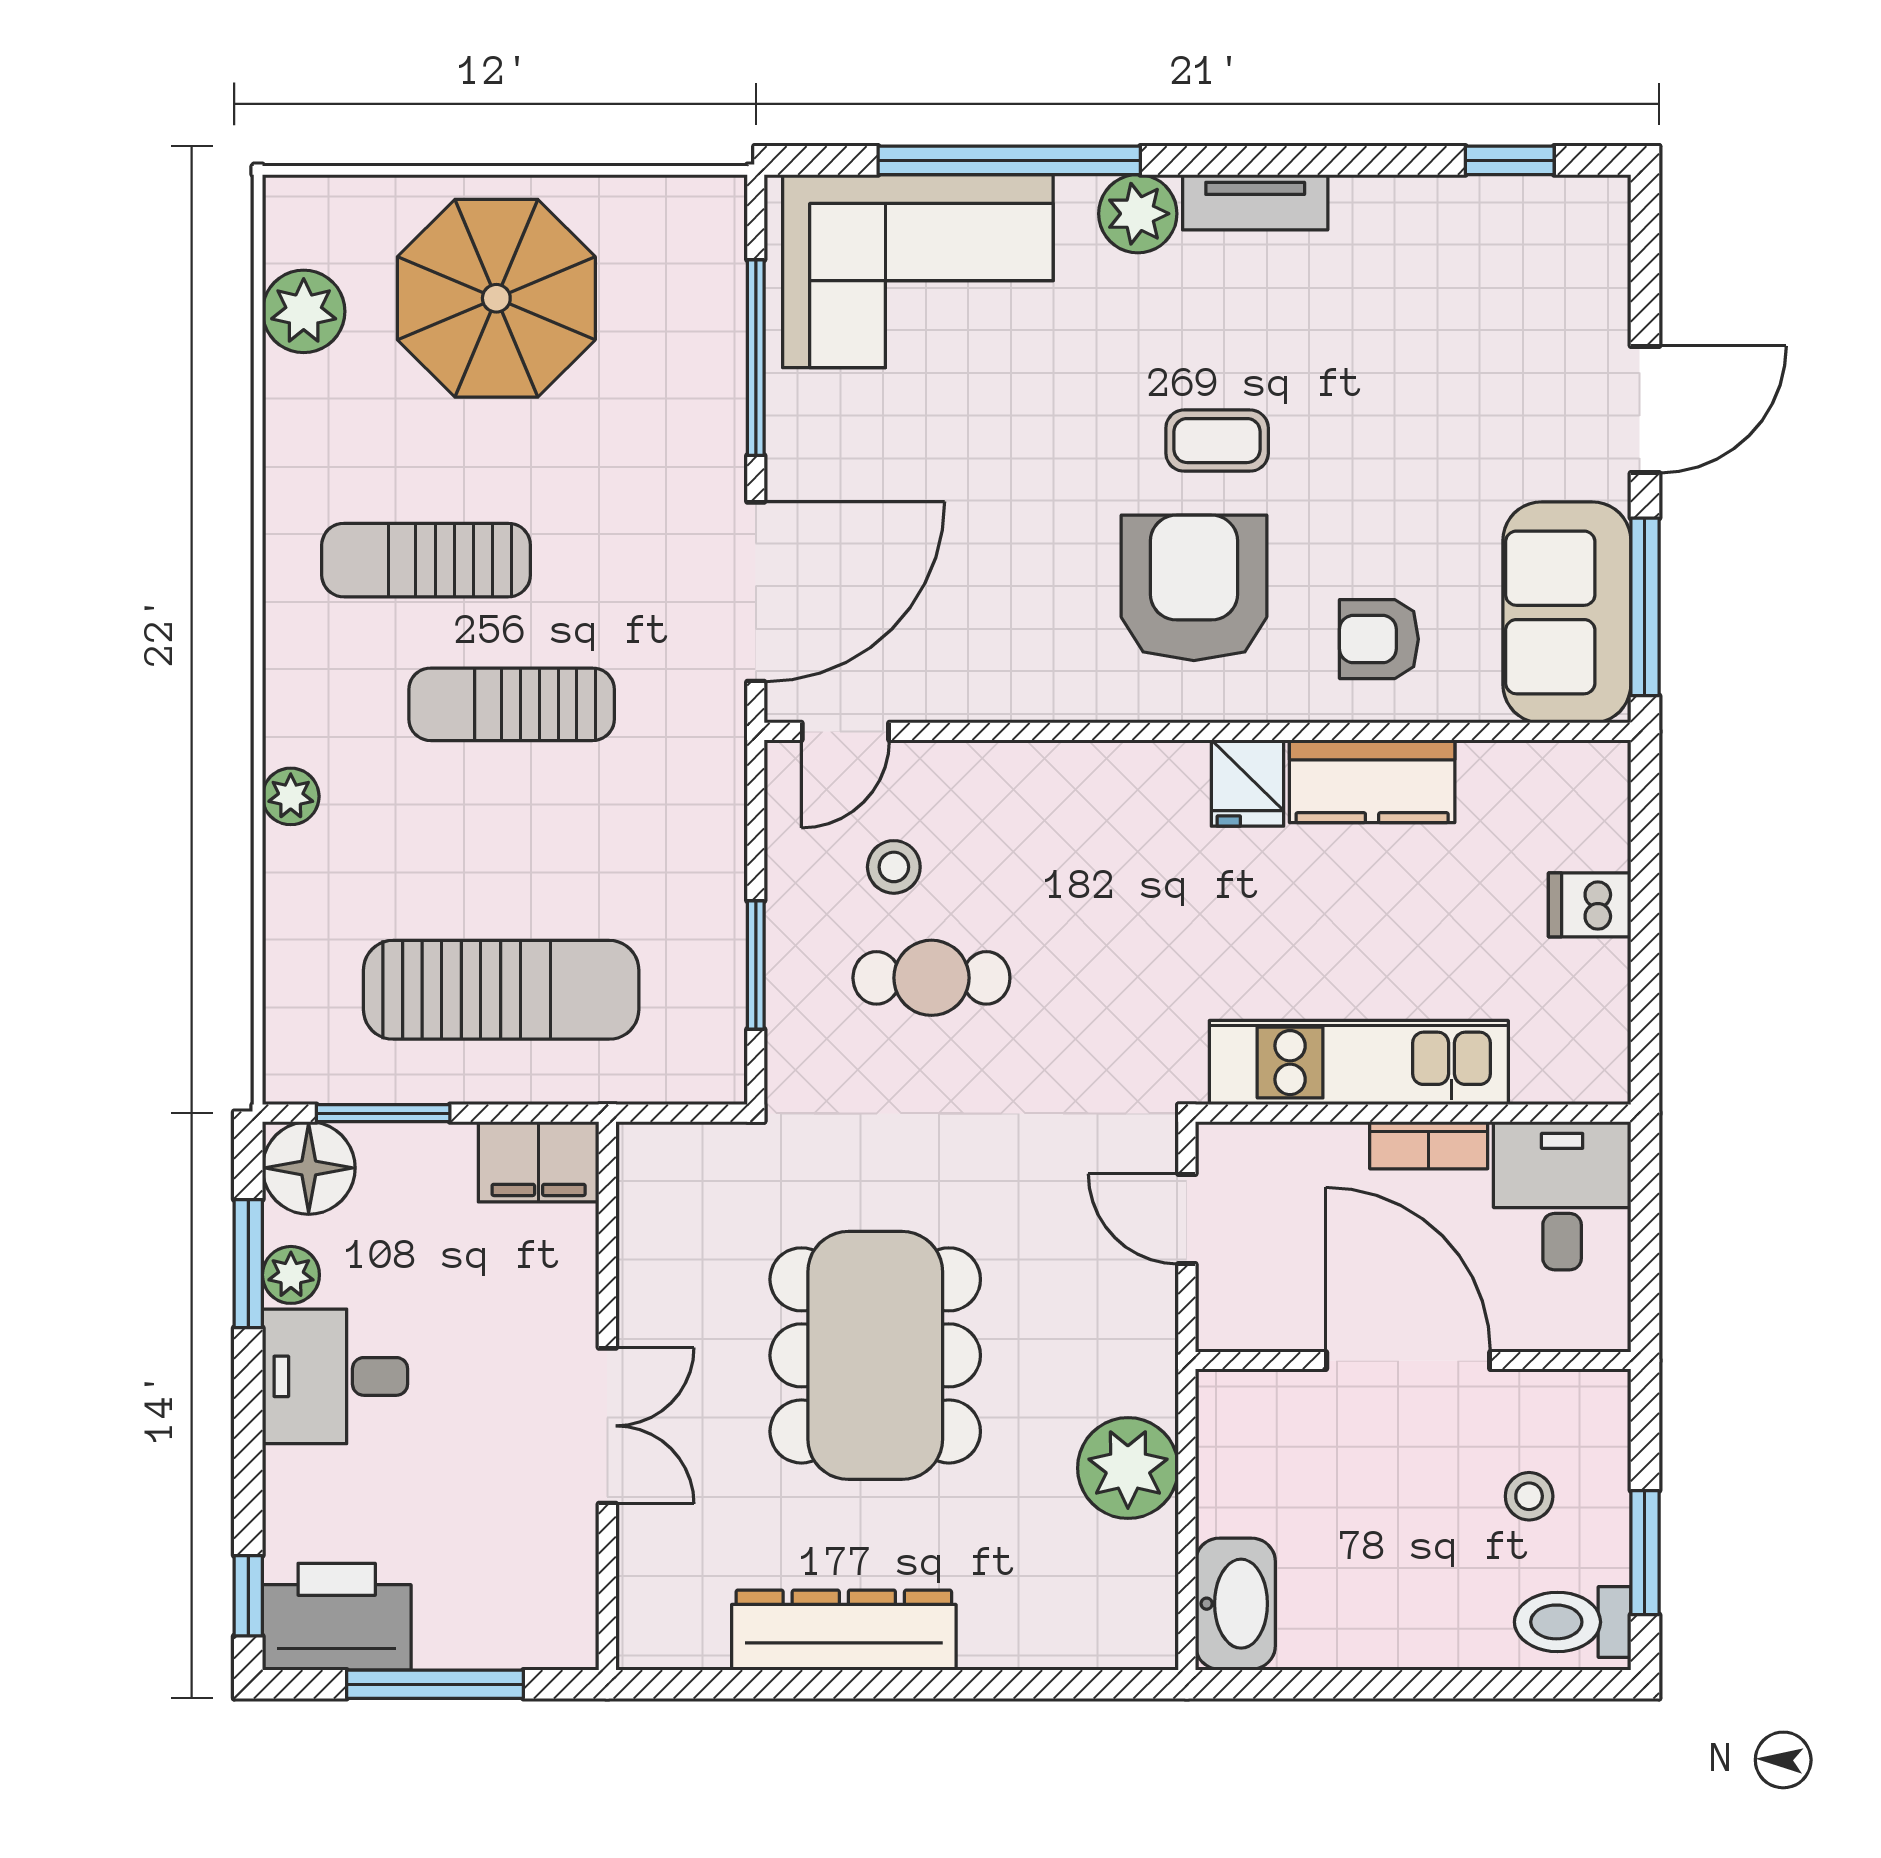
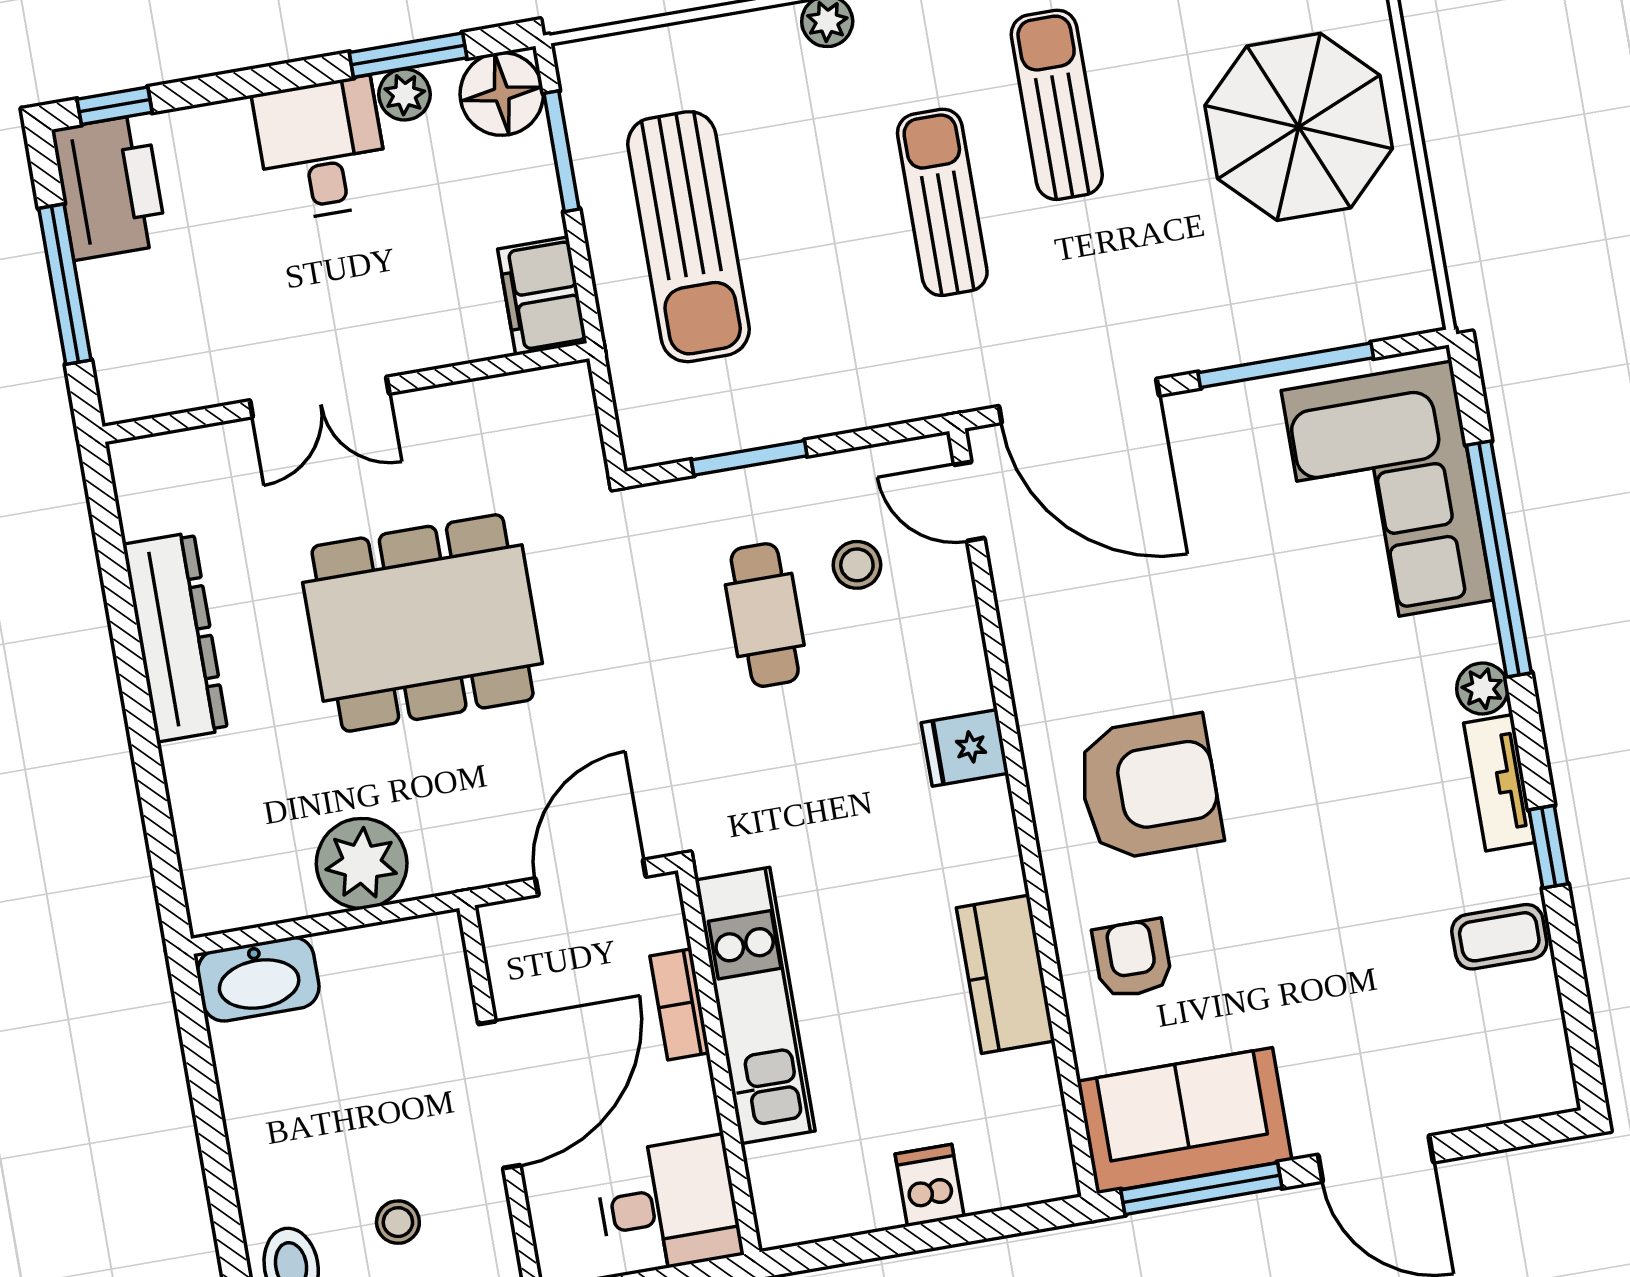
window: (1510, 160) -> (1548, 847), moved
plant: (1138, 214) -> (1482, 688), width x0.73, depth x0.73
coffee table: (1217, 441) -> (1499, 937), moved, turned 90
fridge: (1248, 783) -> (965, 748), moved
bookcase: (1429, 1145) -> (680, 1004), moved
door: (1187, 1219) -> (591, 878), width x1.38

